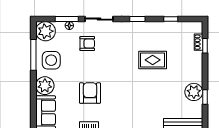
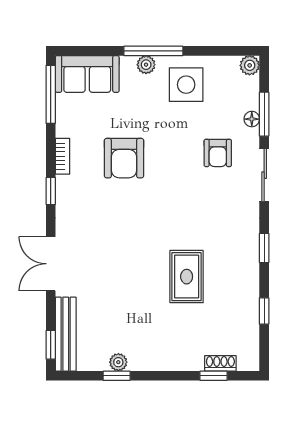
plant: (46, 31) -> (250, 65), width x0.53, depth x0.53
window: (33, 55) -> (153, 51), moved
plant: (45, 86) -> (146, 65), width x0.53, depth x0.53
plant: (194, 92) -> (118, 362), width x0.53, depth x0.53
armchair: (90, 93) -> (124, 158), turned 90

